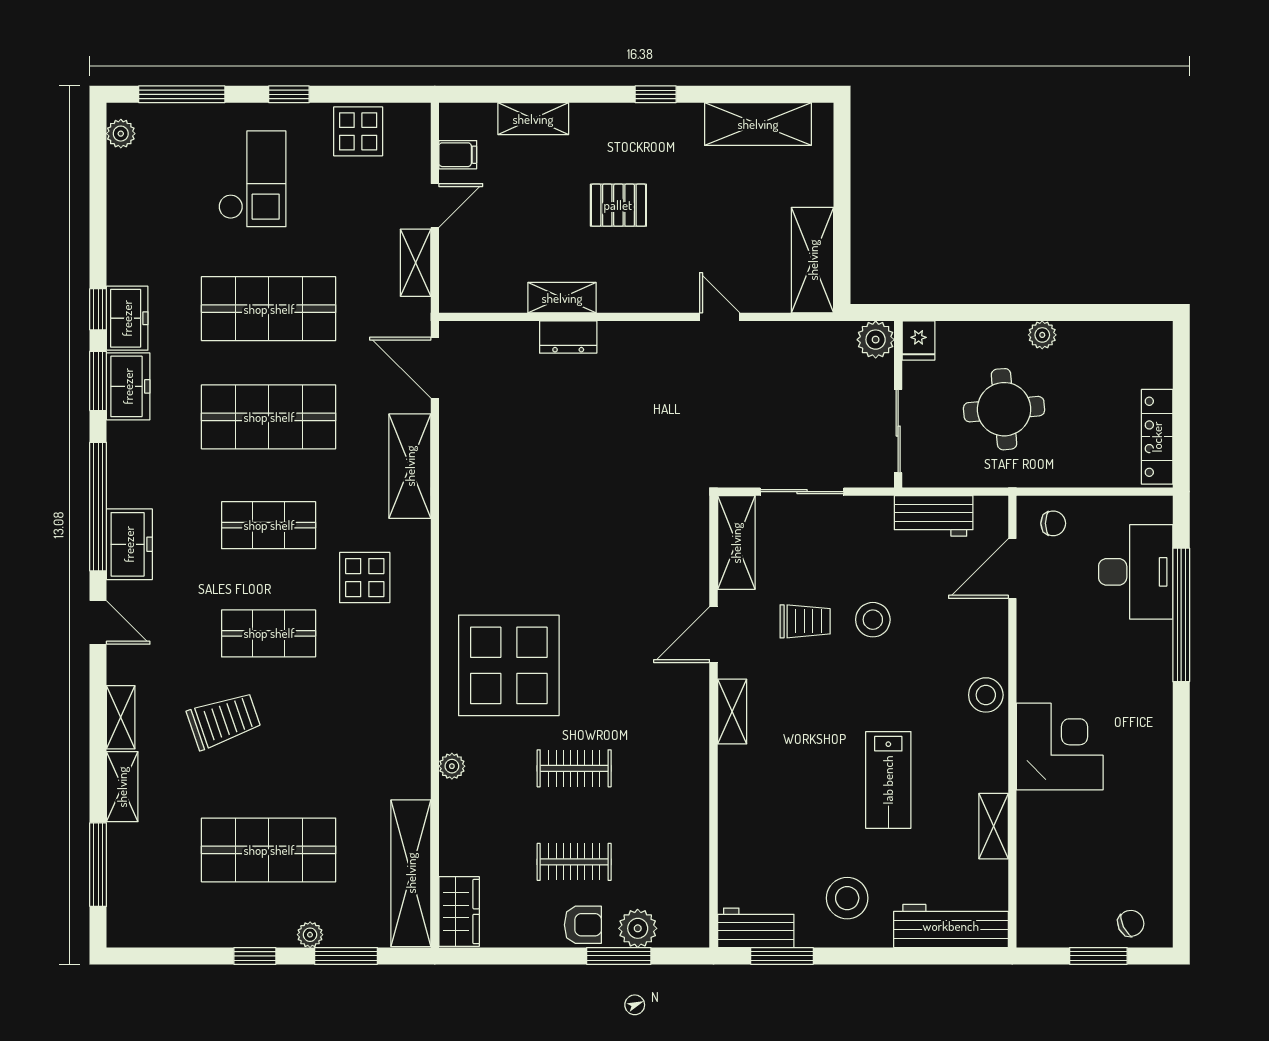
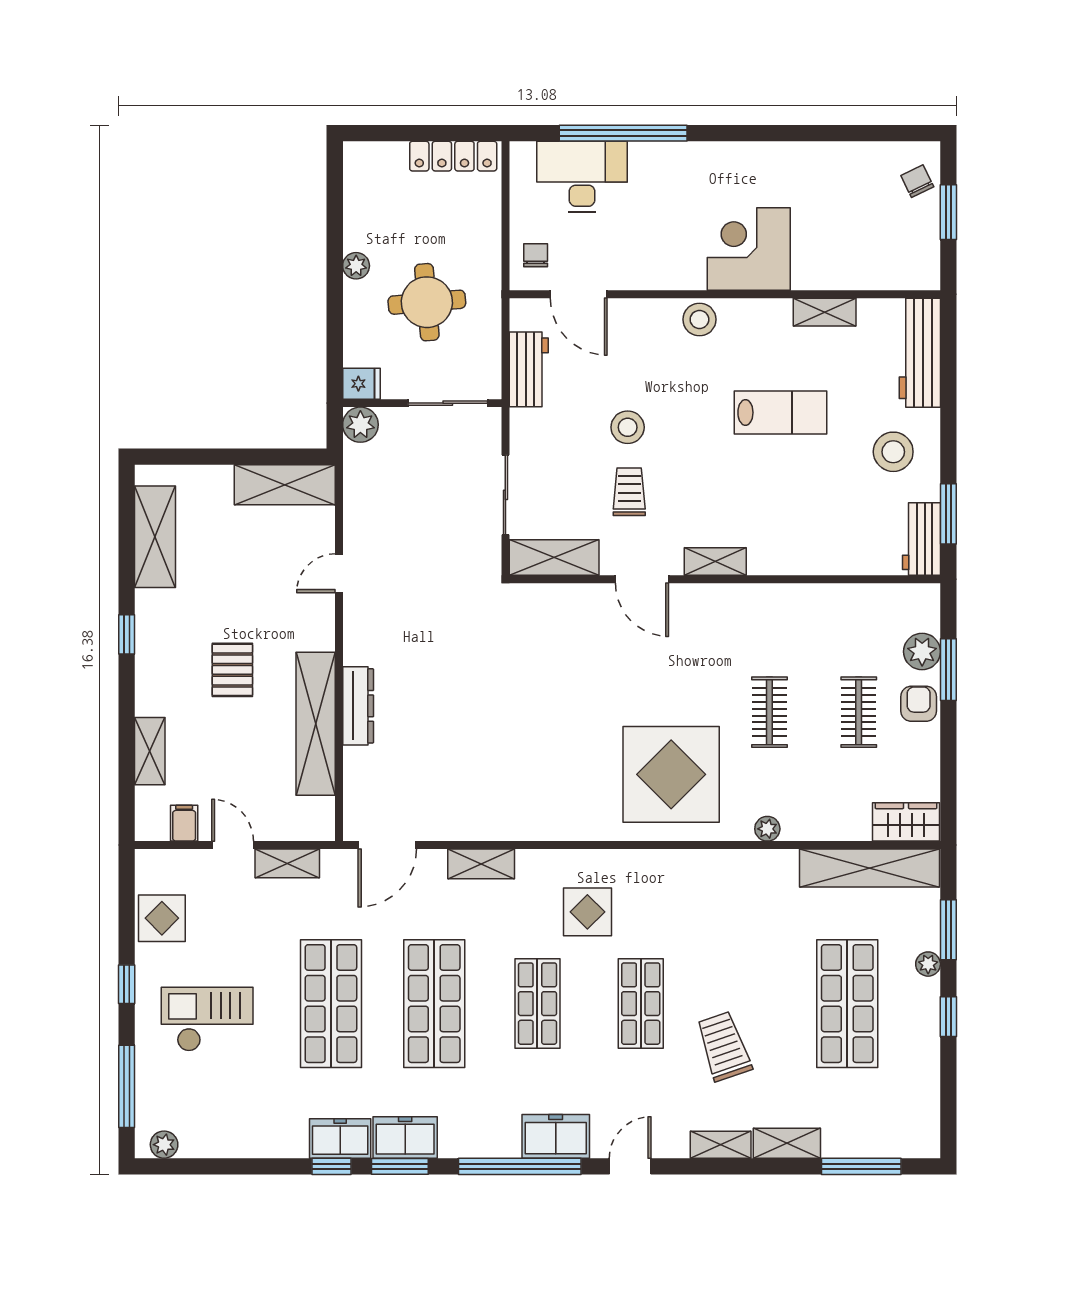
shelving: (562, 298) -> (316, 724), width x2.20, depth x1.33
dresser: (568, 337) -> (358, 706), width x1.44
shelving: (410, 466) -> (481, 864), width x0.67, depth x0.75

